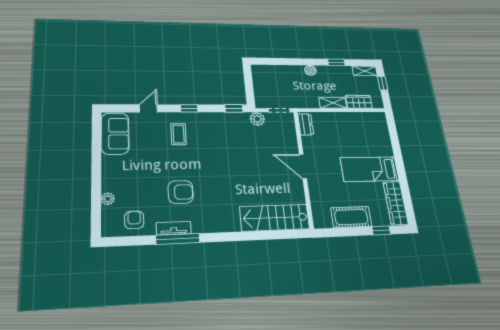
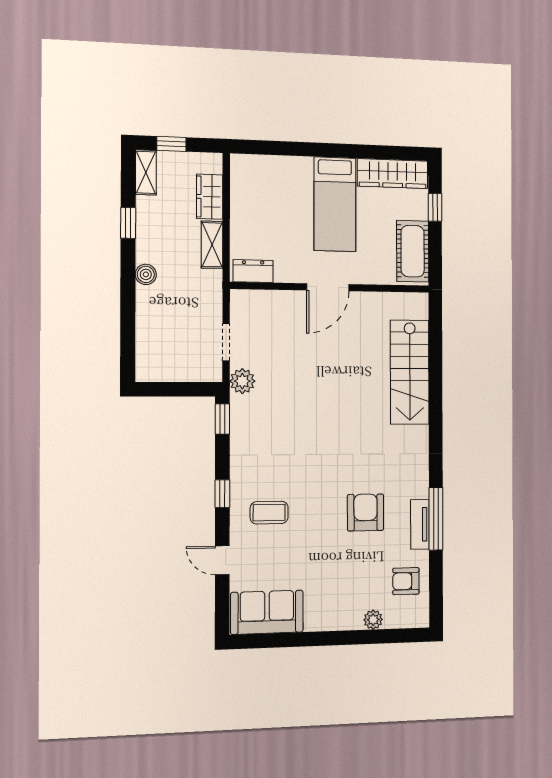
dresser: (306, 124) -> (253, 271), moved
door: (303, 166) -> (328, 287), moved
wall: (303, 168) -> (331, 287), moved

